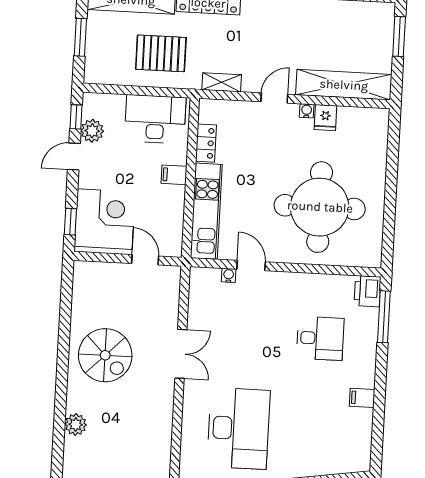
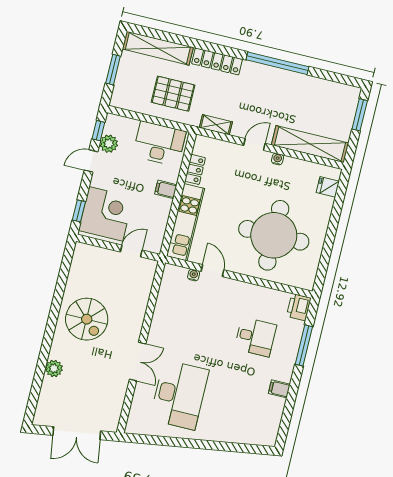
fridge: (325, 118) -> (328, 187), moved, turned 90
door: (145, 260) -> (131, 251), hinge flipped
window: (384, 317) -> (304, 345), moved
double door: (181, 354) -> (138, 361), moved

